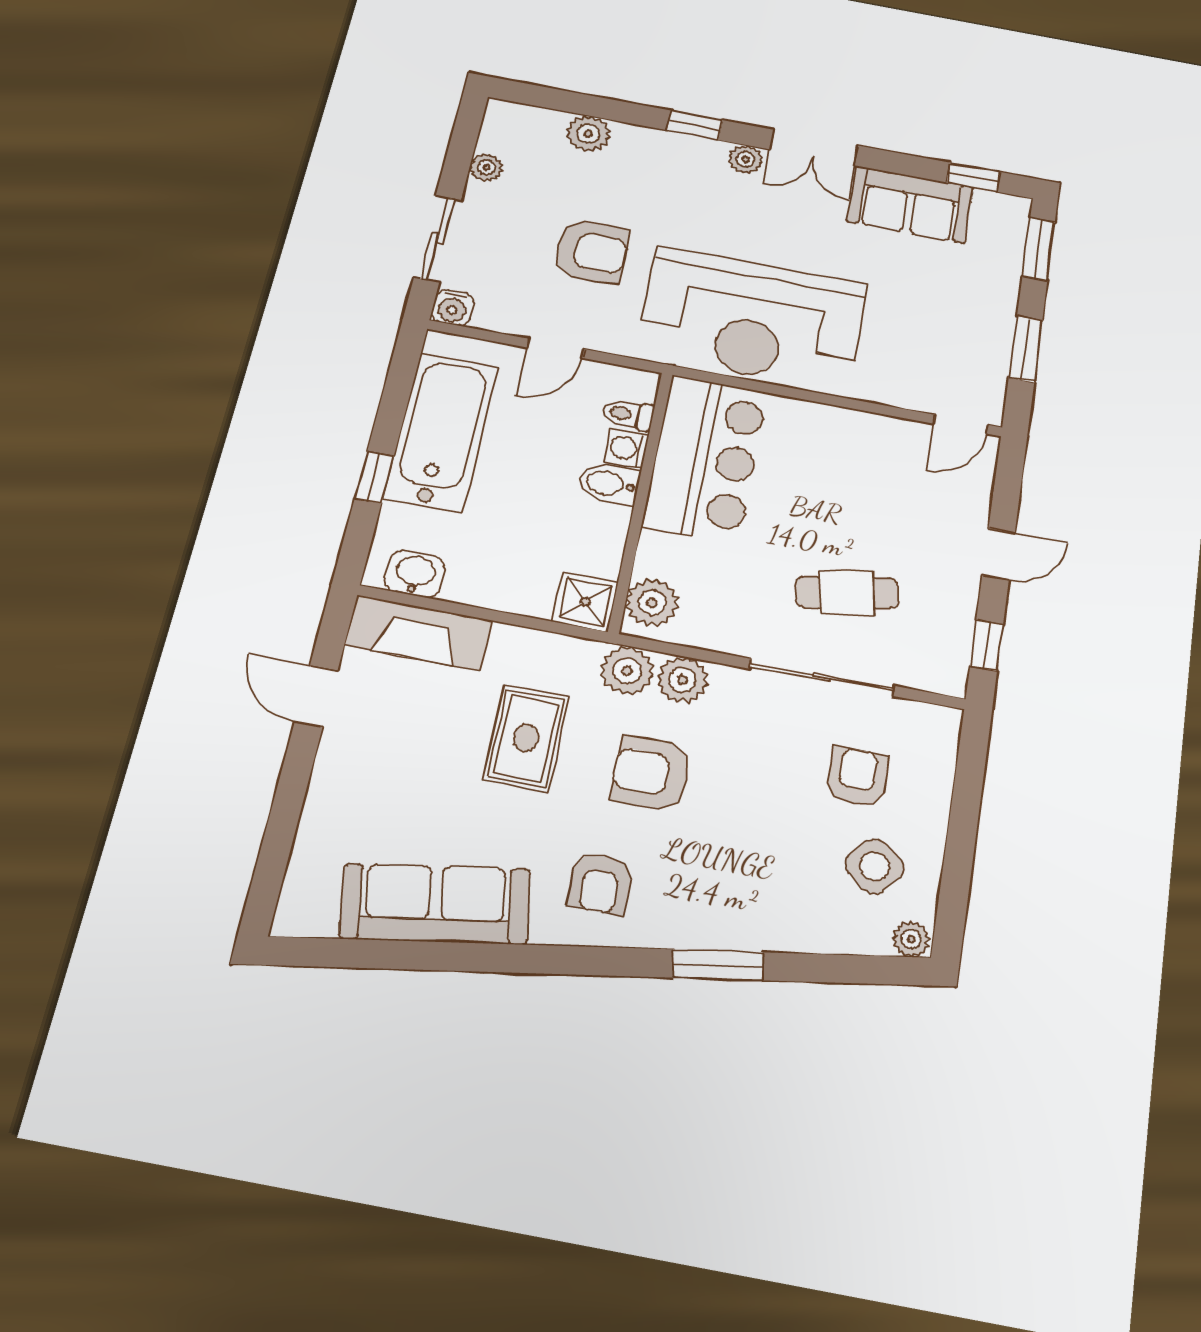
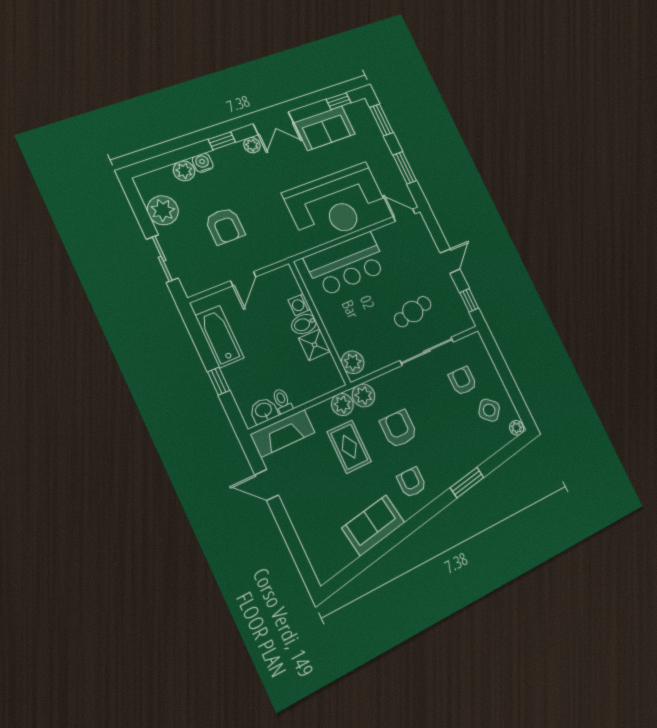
plant: (486, 167) -> (163, 210), width x1.87, depth x1.87
armchair: (591, 251) -> (225, 226), turned 90
water cooler: (453, 308) -> (203, 163), moved, turned 180
reception desk: (752, 318) -> (337, 203), moved
toilet: (628, 414) -> (282, 401), moved, turned 90
door: (961, 424) -> (404, 215), swing flipped
bathtub: (441, 432) -> (220, 337), width x0.73, depth x0.73
bar counter: (705, 459) -> (346, 264), moved, turned 90
shower: (585, 602) -> (315, 345), moved
plant: (683, 680) -> (342, 405), moved
armchair: (651, 773) -> (399, 429), turned 90
armchair: (600, 884) -> (412, 482), turned 180
sofa: (435, 904) -> (373, 525), width x0.73

